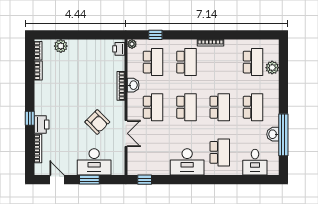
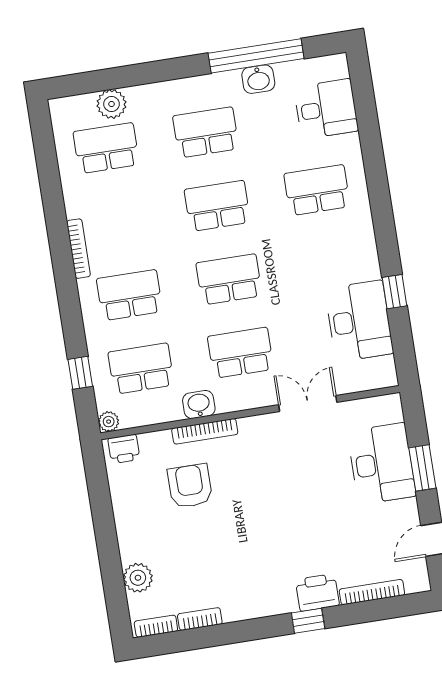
armchair: (97, 122) -> (190, 486), moved, turned -45
desk: (187, 162) -> (359, 321), moved
window: (145, 180) -> (394, 292), moved

